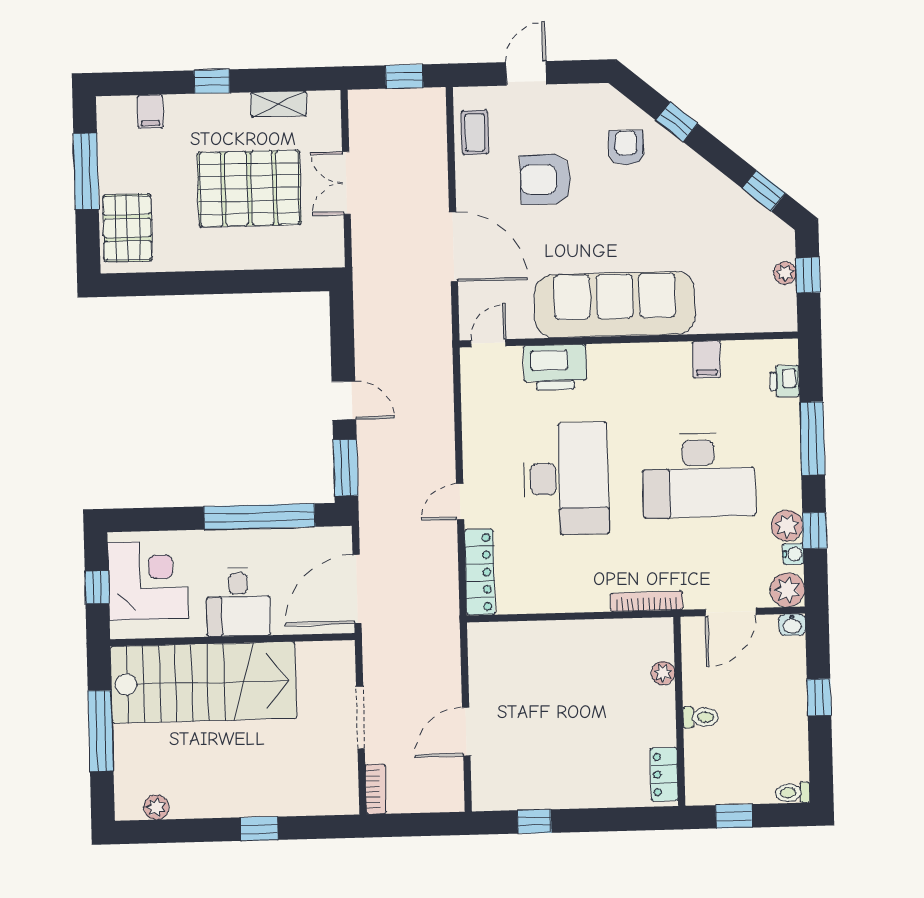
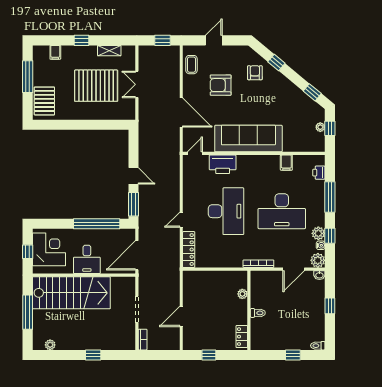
plant: (663, 673) -> (242, 294), moved
wall: (679, 711) -> (249, 310), moved
toilet: (701, 717) -> (258, 313), moved
locker: (664, 774) -> (242, 337), moved

